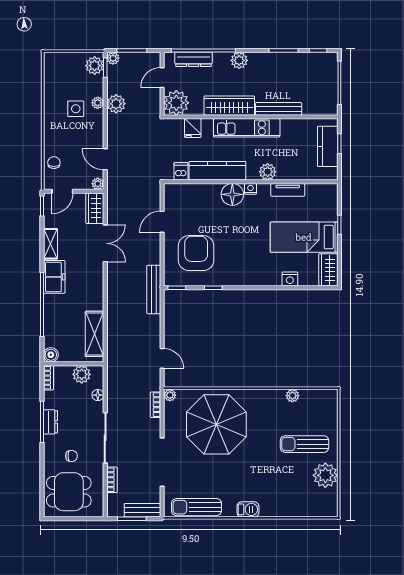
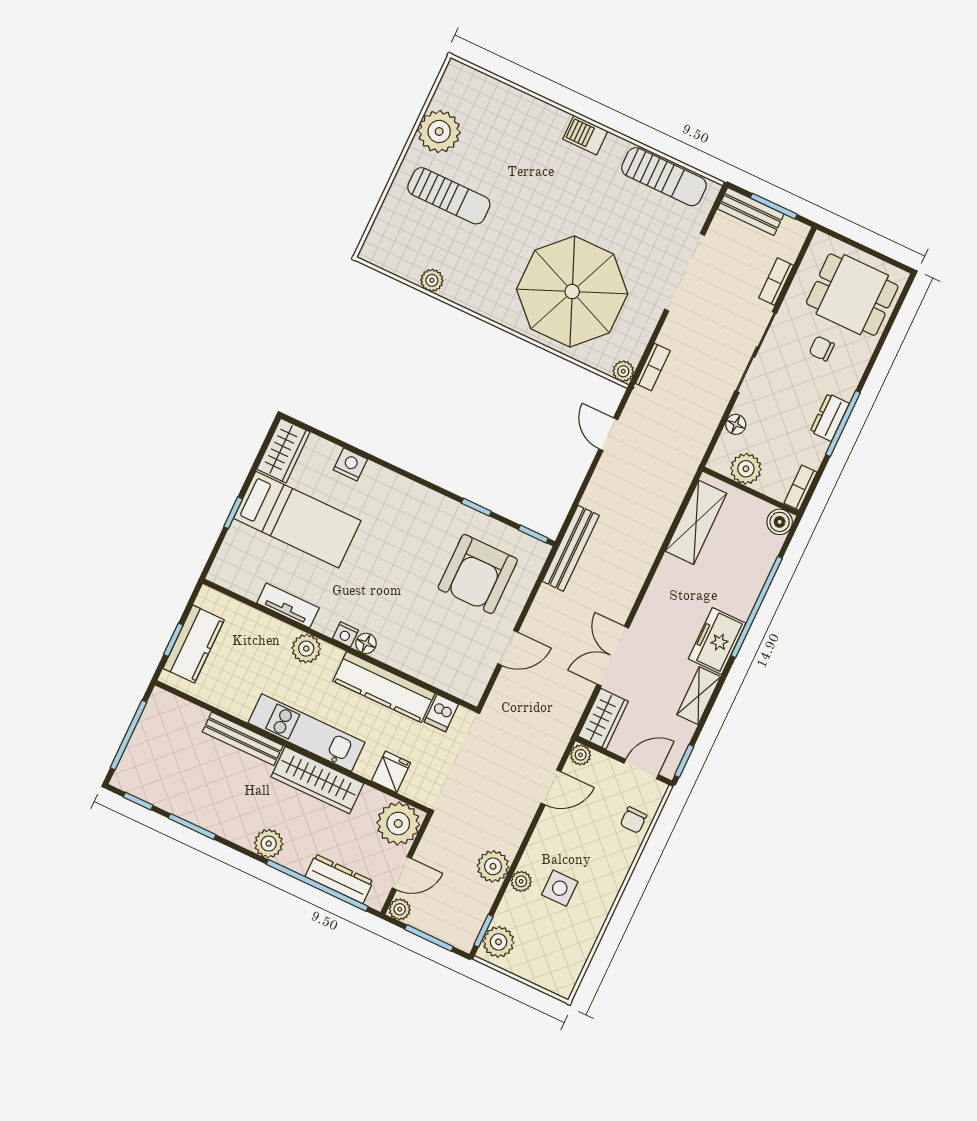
plant: (113, 58) -> (400, 909), moved
door: (105, 159) -> (551, 787), hinge flipped
floor lamp: (232, 194) -> (366, 643), width x0.53, depth x0.53

